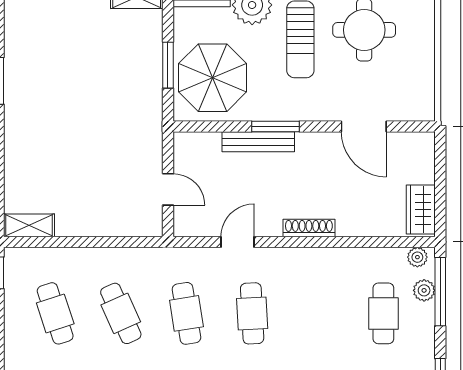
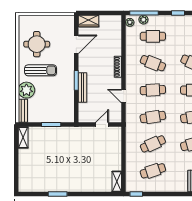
parasol: (213, 78) -> (56, 106), removed
wardrobe: (421, 209) -> (88, 21), moved
cafe table: (318, 313) -> (153, 63), added

